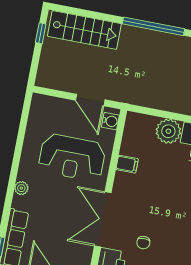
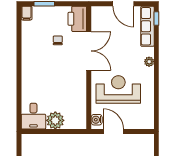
filing cabinet: (127, 164) -> (79, 92), removed

